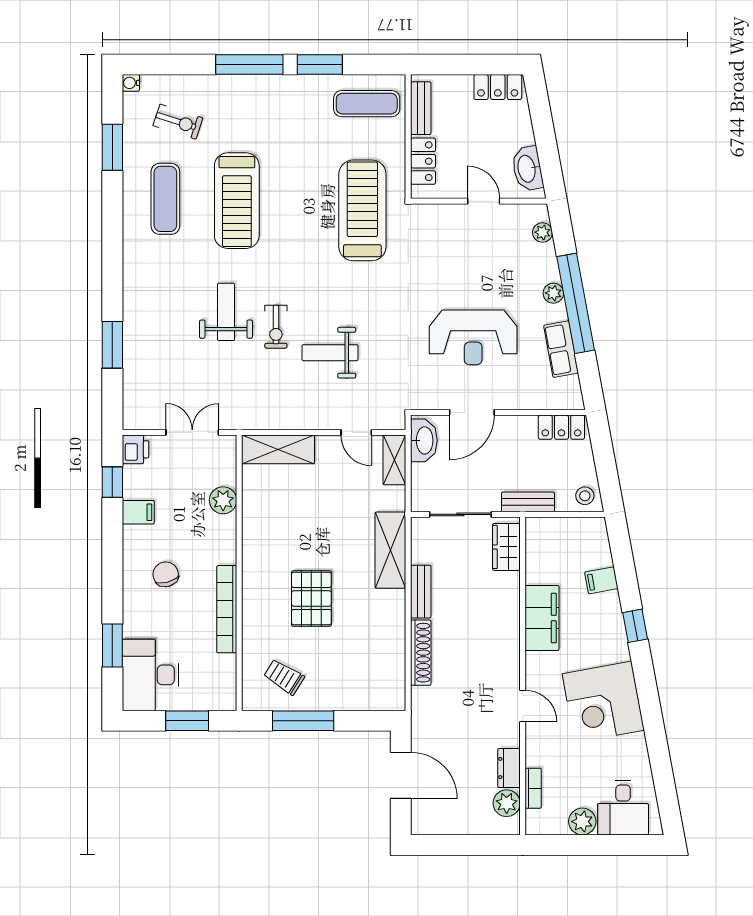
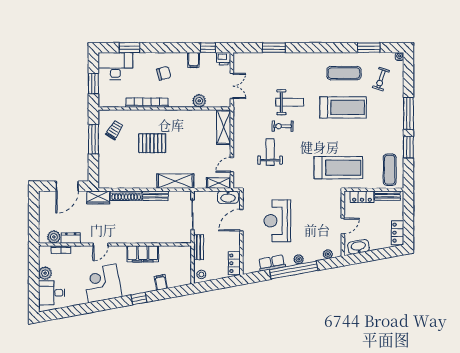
treadmill: (237, 201) -> (343, 107), turned 180
door: (472, 412) -> (241, 220), hinge flipped
wardrobe: (506, 547) -> (98, 197), moved, turned 180

